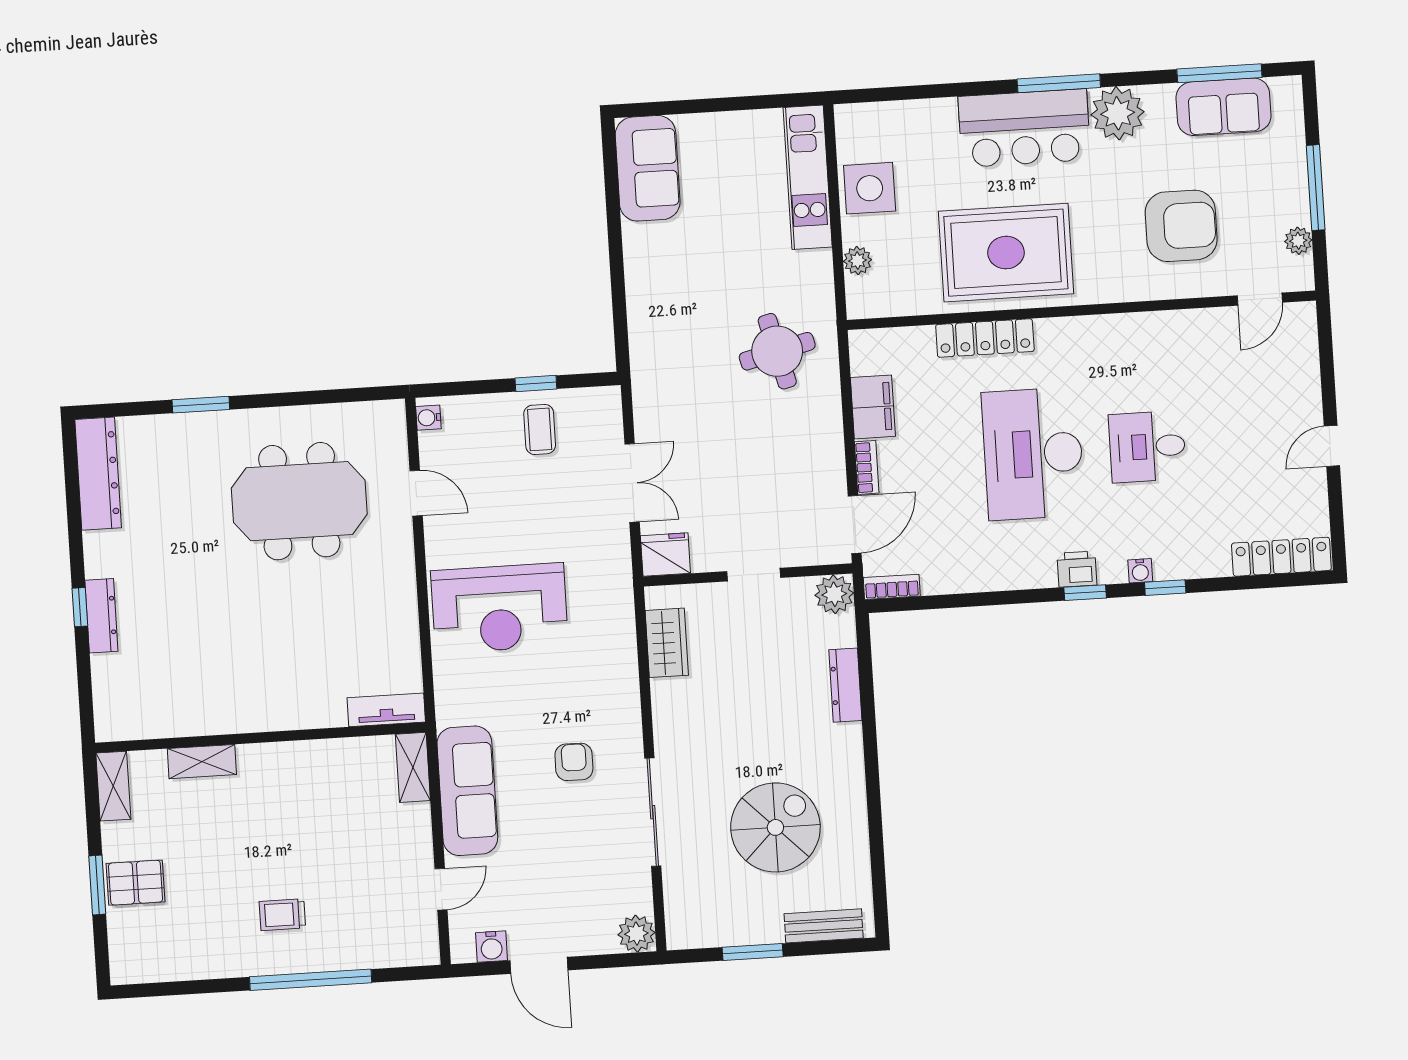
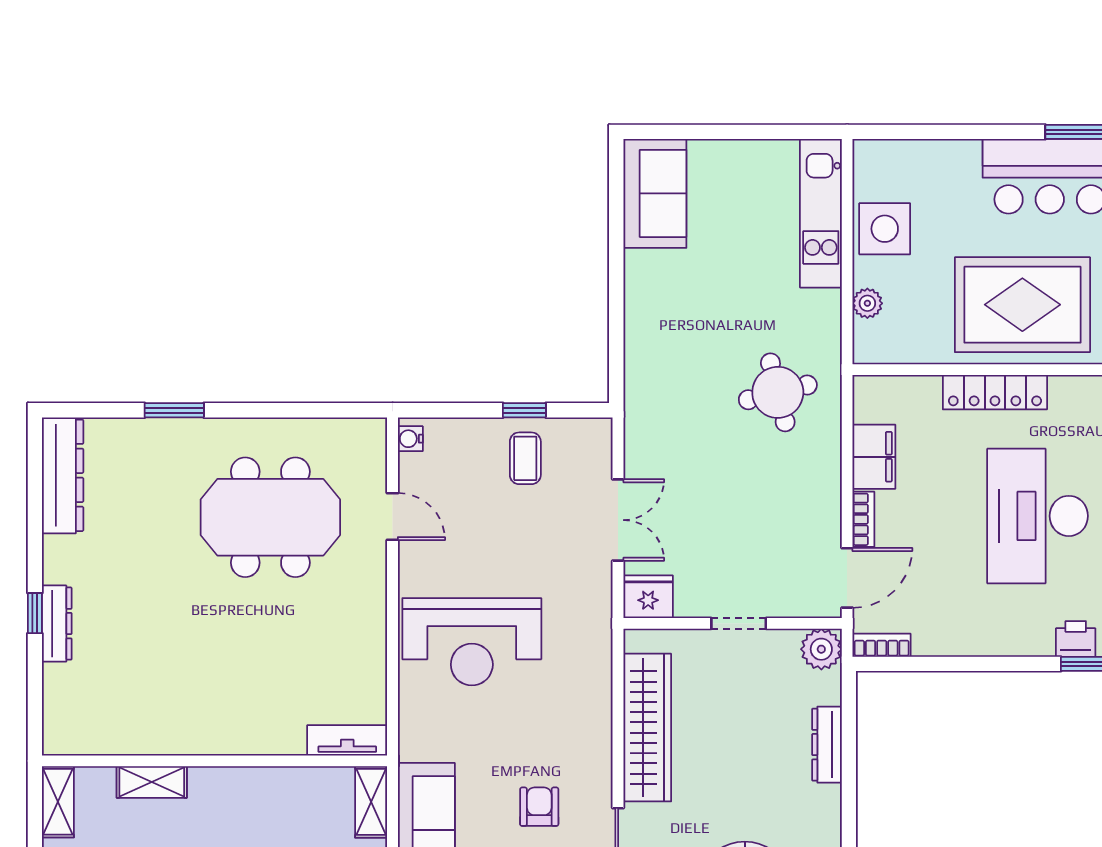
wardrobe: (667, 643) -> (647, 728), width x2.10, depth x1.17

